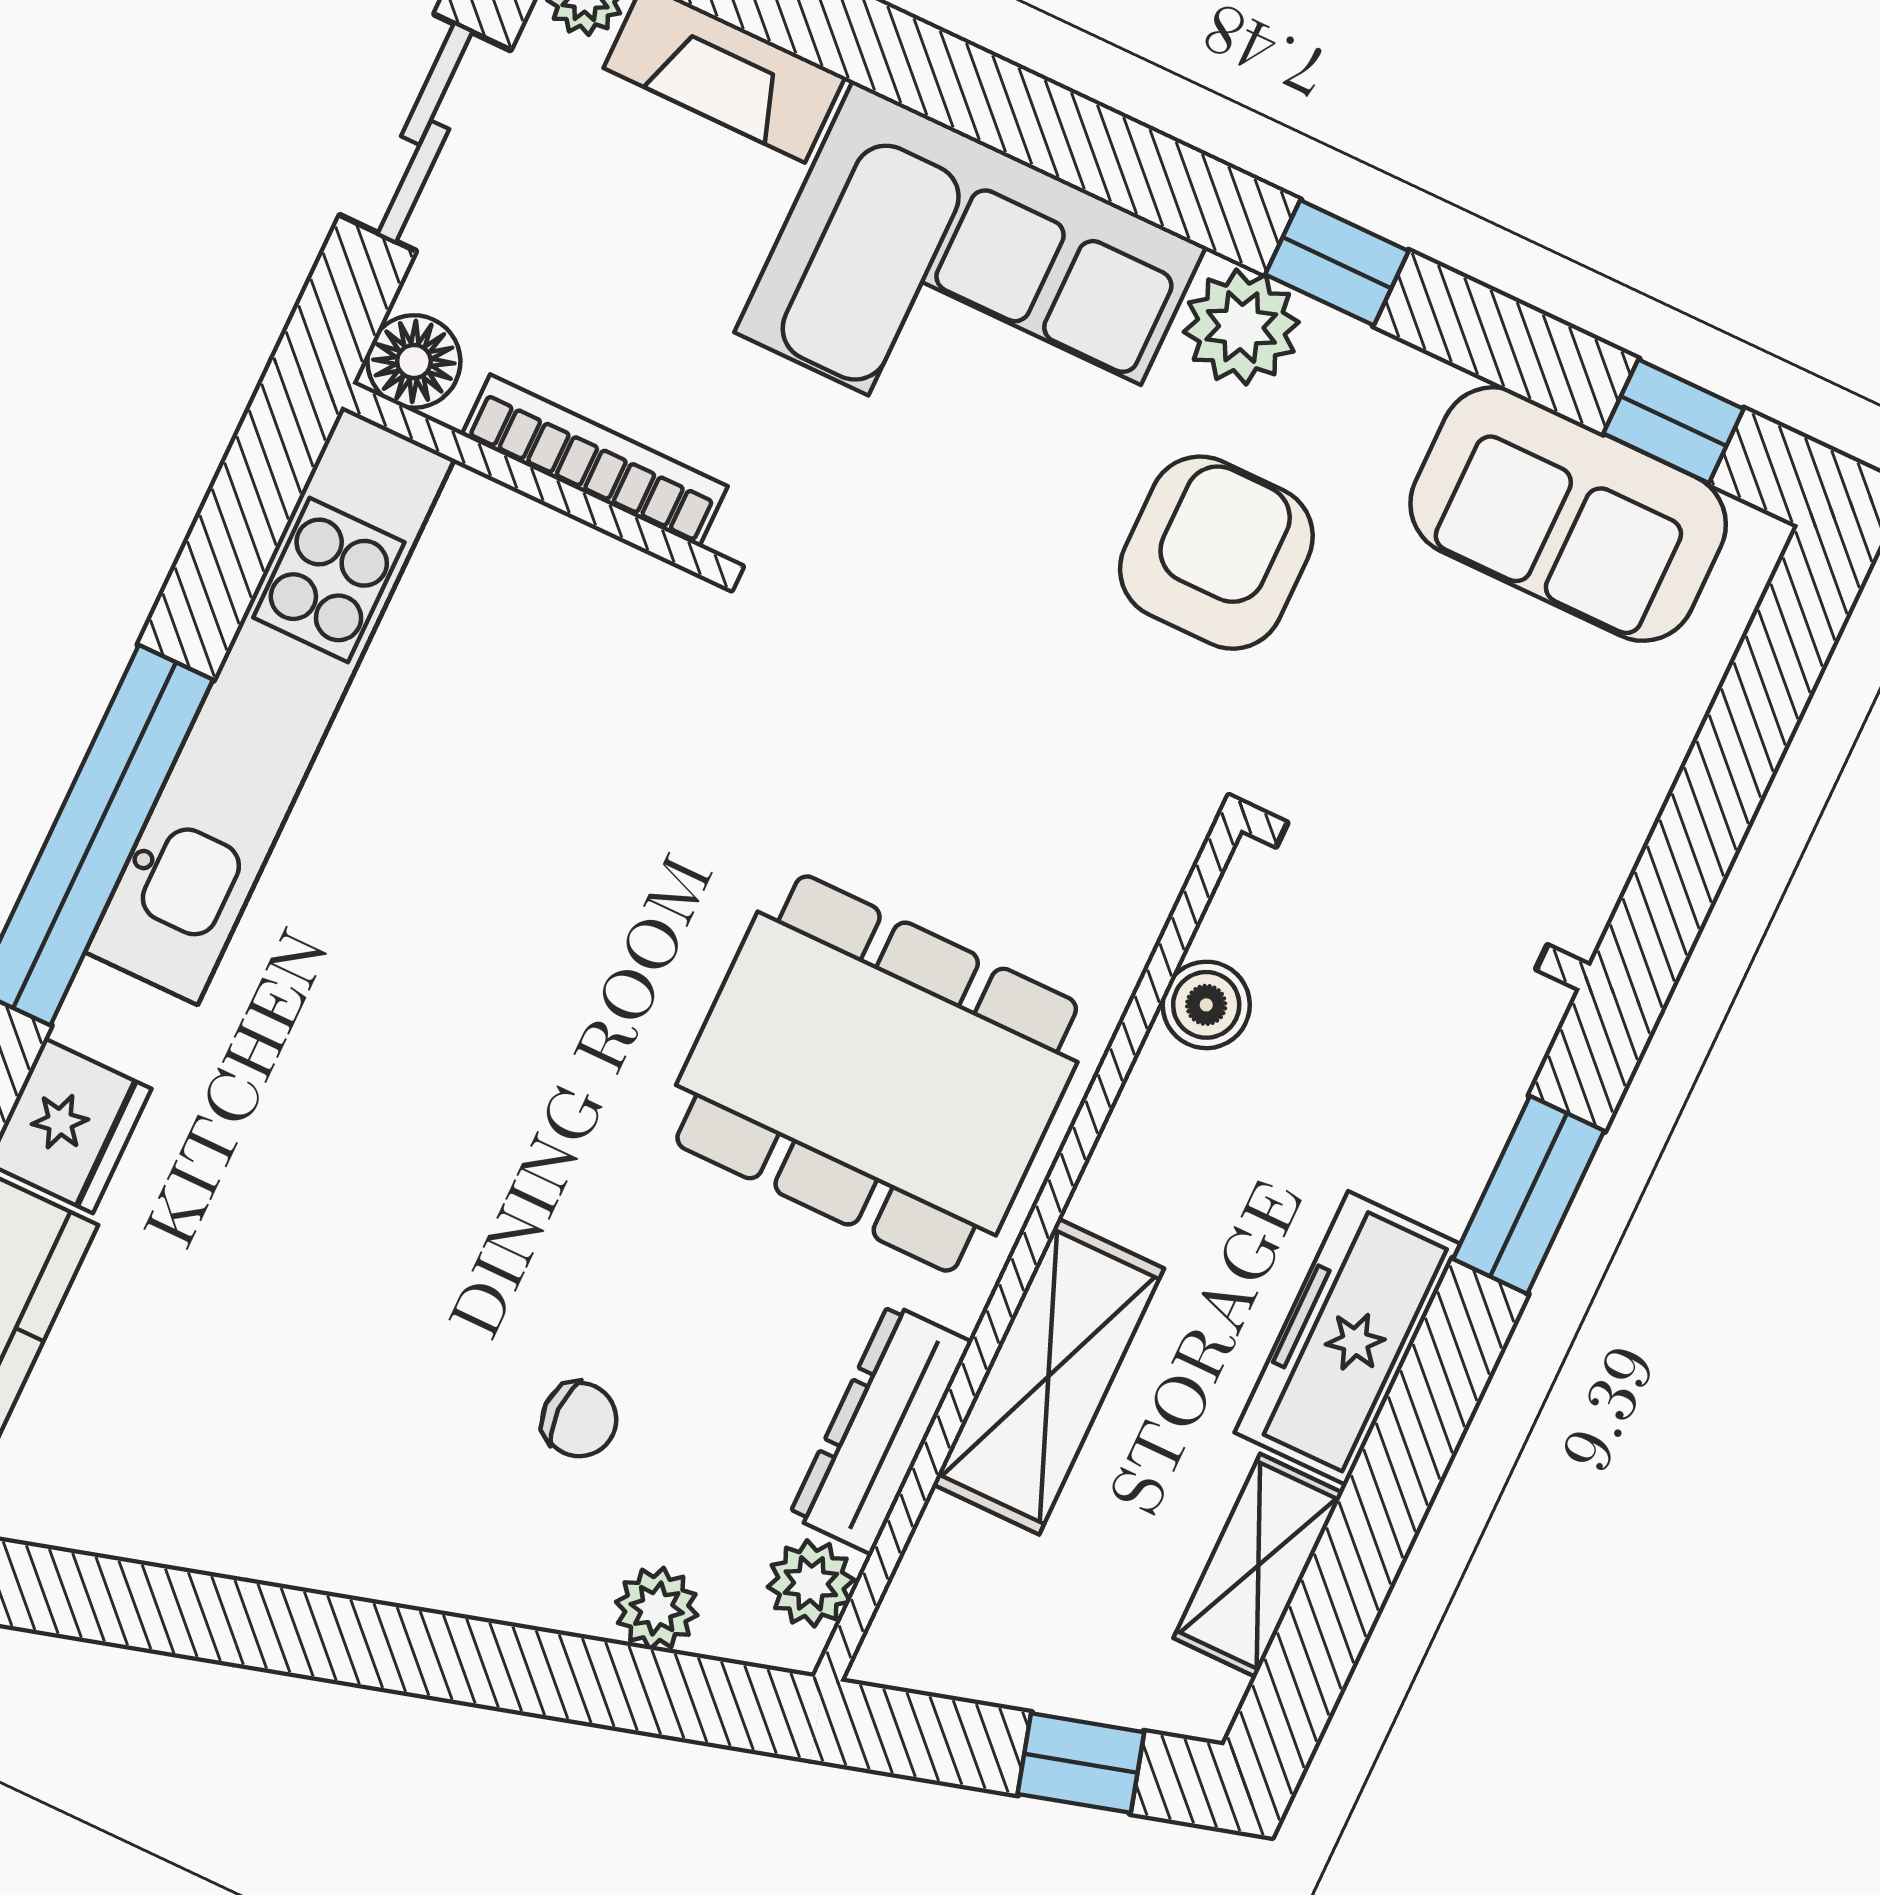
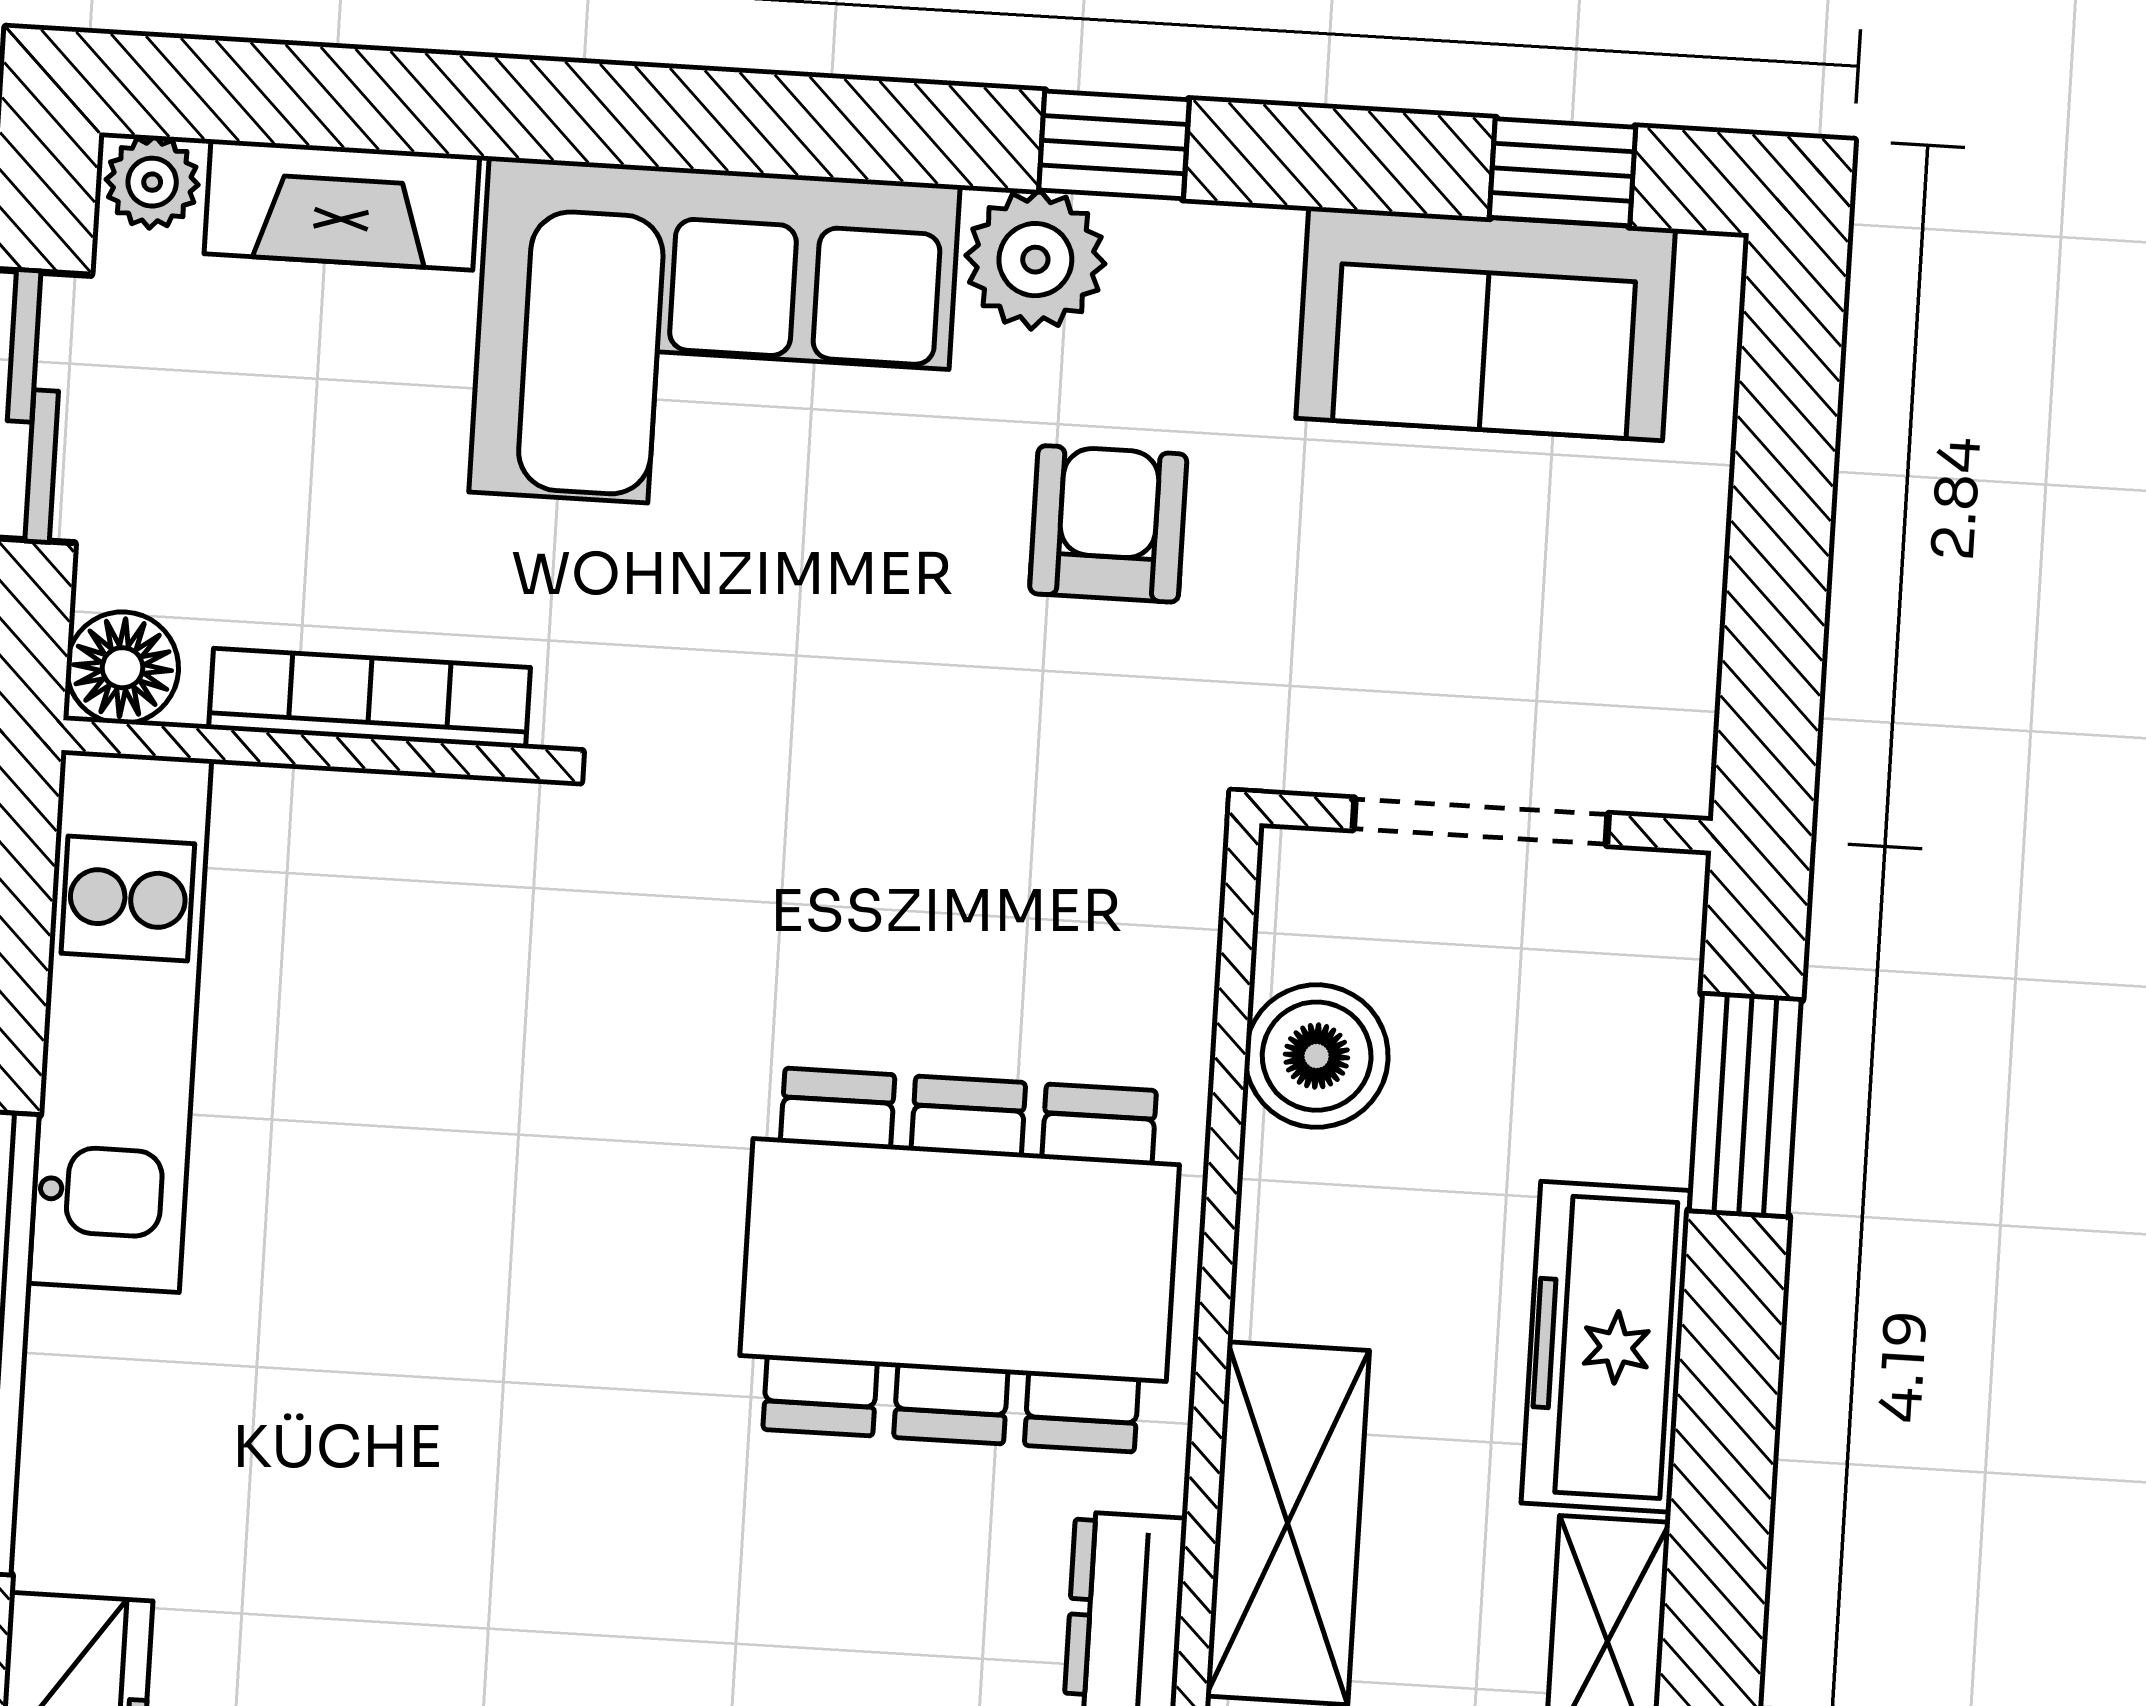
armchair: (1216, 553) -> (1108, 524), width x0.72, depth x0.72
kitchen unit: (270, 706) -> (120, 1021), width x0.73
doorway: (1412, 896) -> (1481, 822), width x0.73
boiler: (1206, 1005) -> (1317, 1056), width x1.36, depth x1.36

